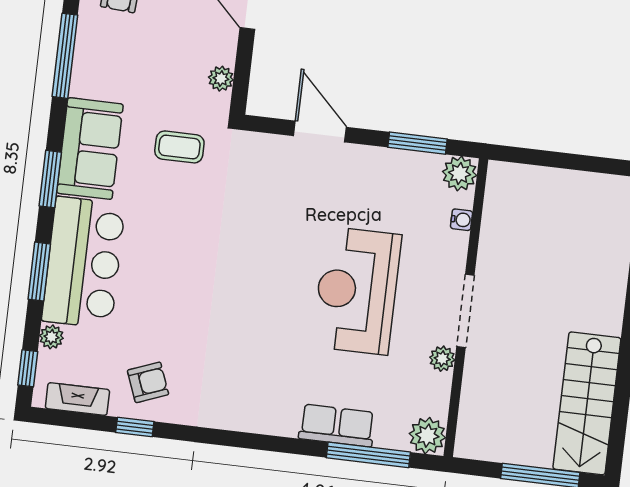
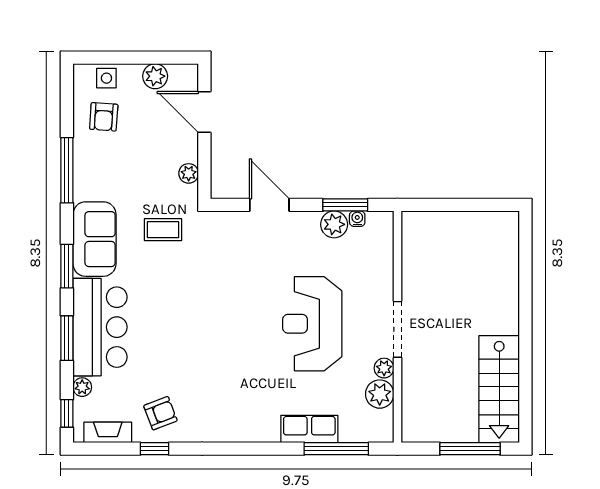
plant: (460, 174) -> (334, 224), moved
water cooler: (461, 220) -> (357, 219), moved, turned -90
plant: (427, 436) -> (380, 394), moved

